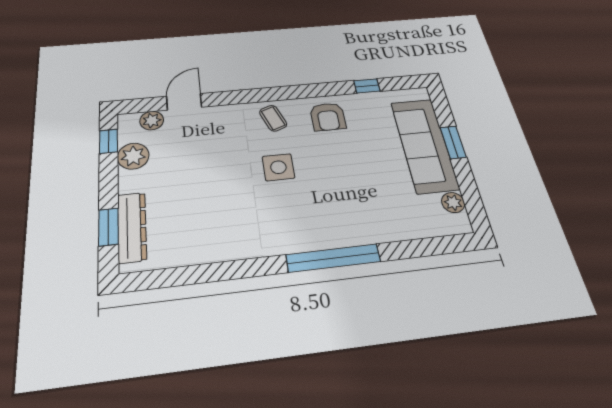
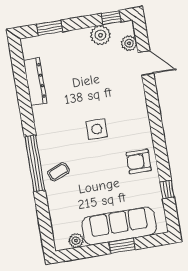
coffee table: (273, 118) -> (58, 172), moved
dresser: (132, 227) -> (35, 81), moved, turned -90

